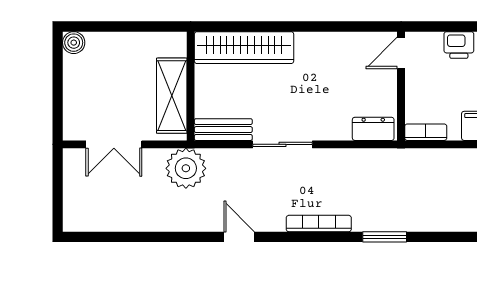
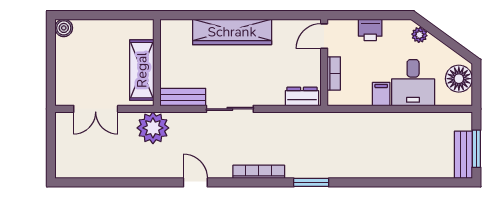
wardrobe: (244, 48) -> (232, 32), moved
bookcase: (426, 132) -> (334, 73), moved, turned 90

